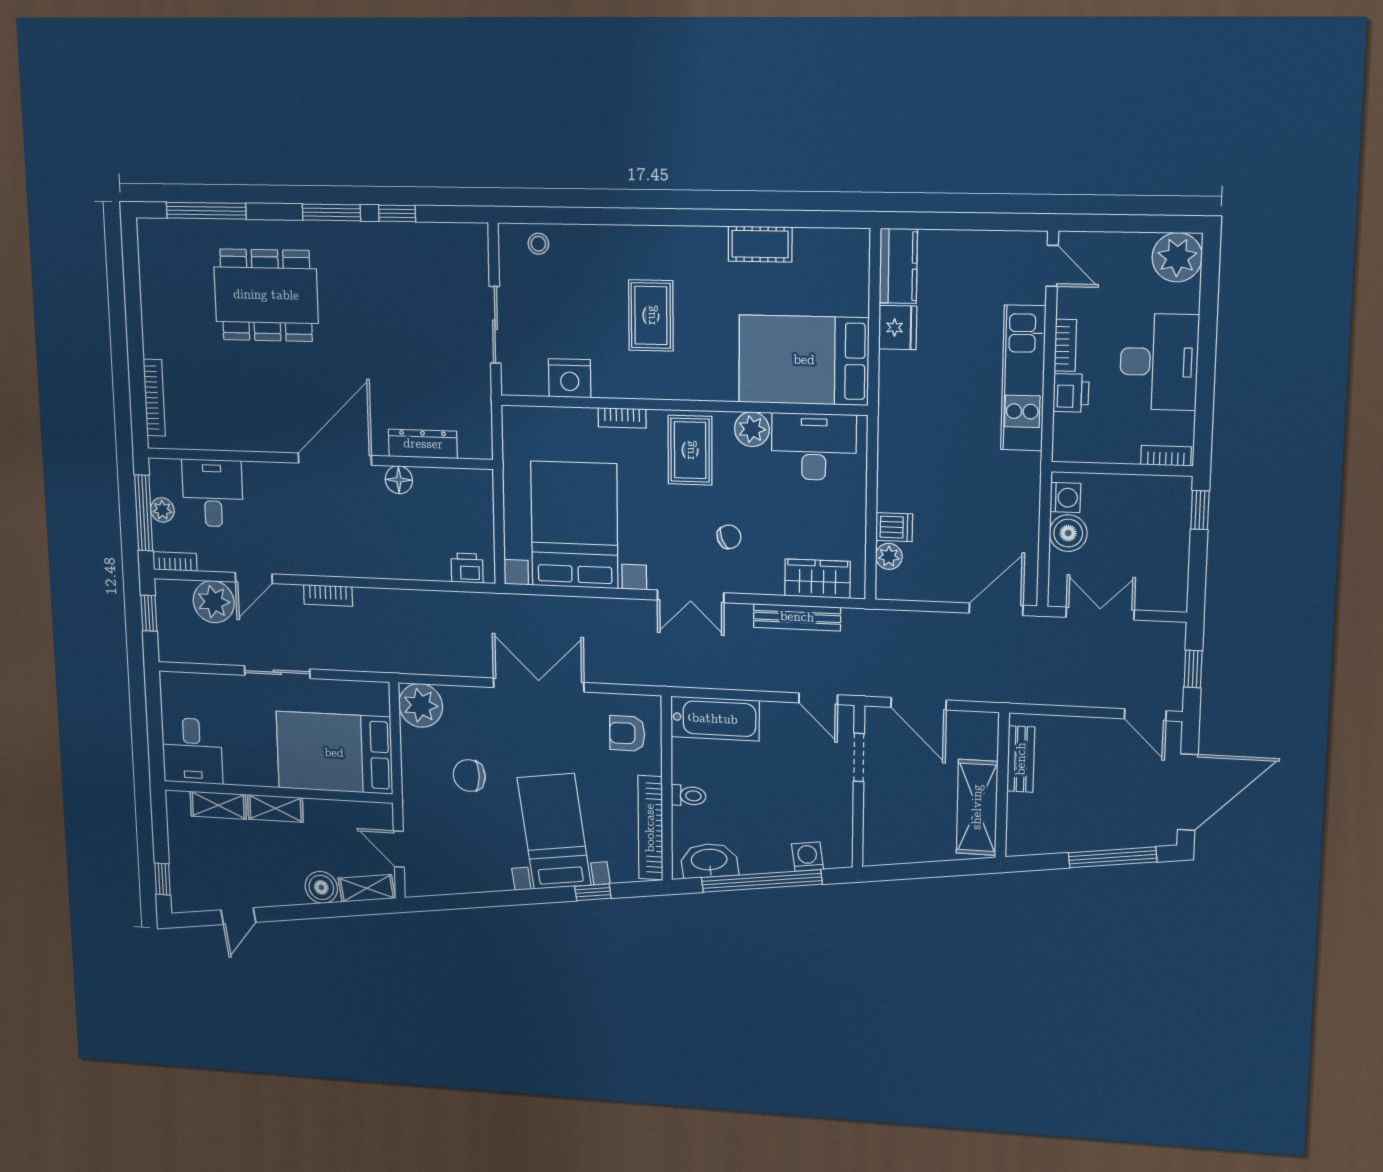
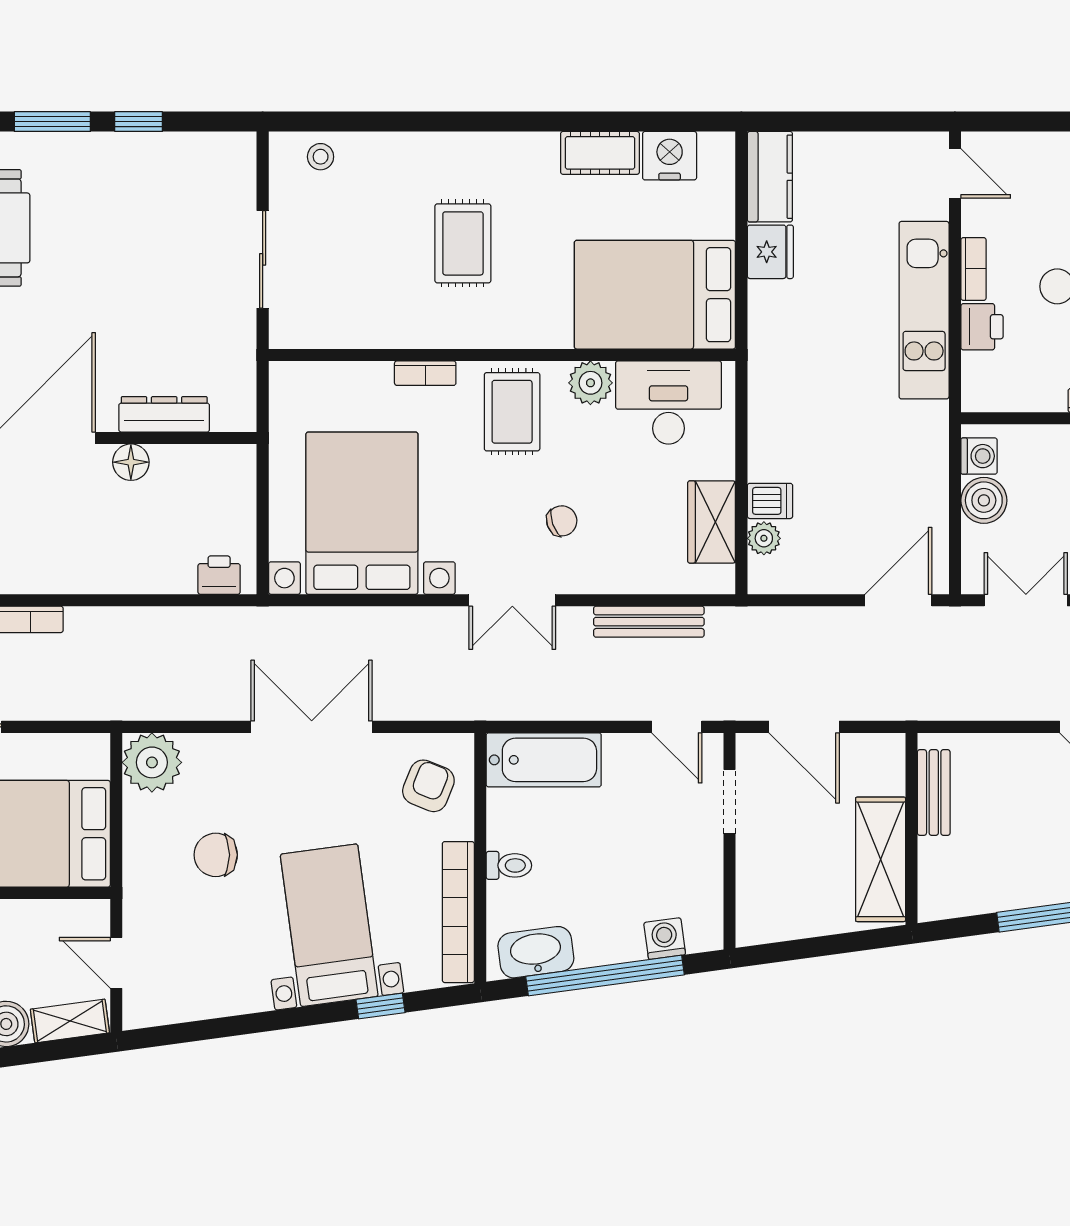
nightstand: (570, 378) -> (670, 156), moved, turned 180
wardrobe: (817, 579) -> (712, 522), moved, turned -90
armchair: (627, 733) -> (428, 786), turned 112

